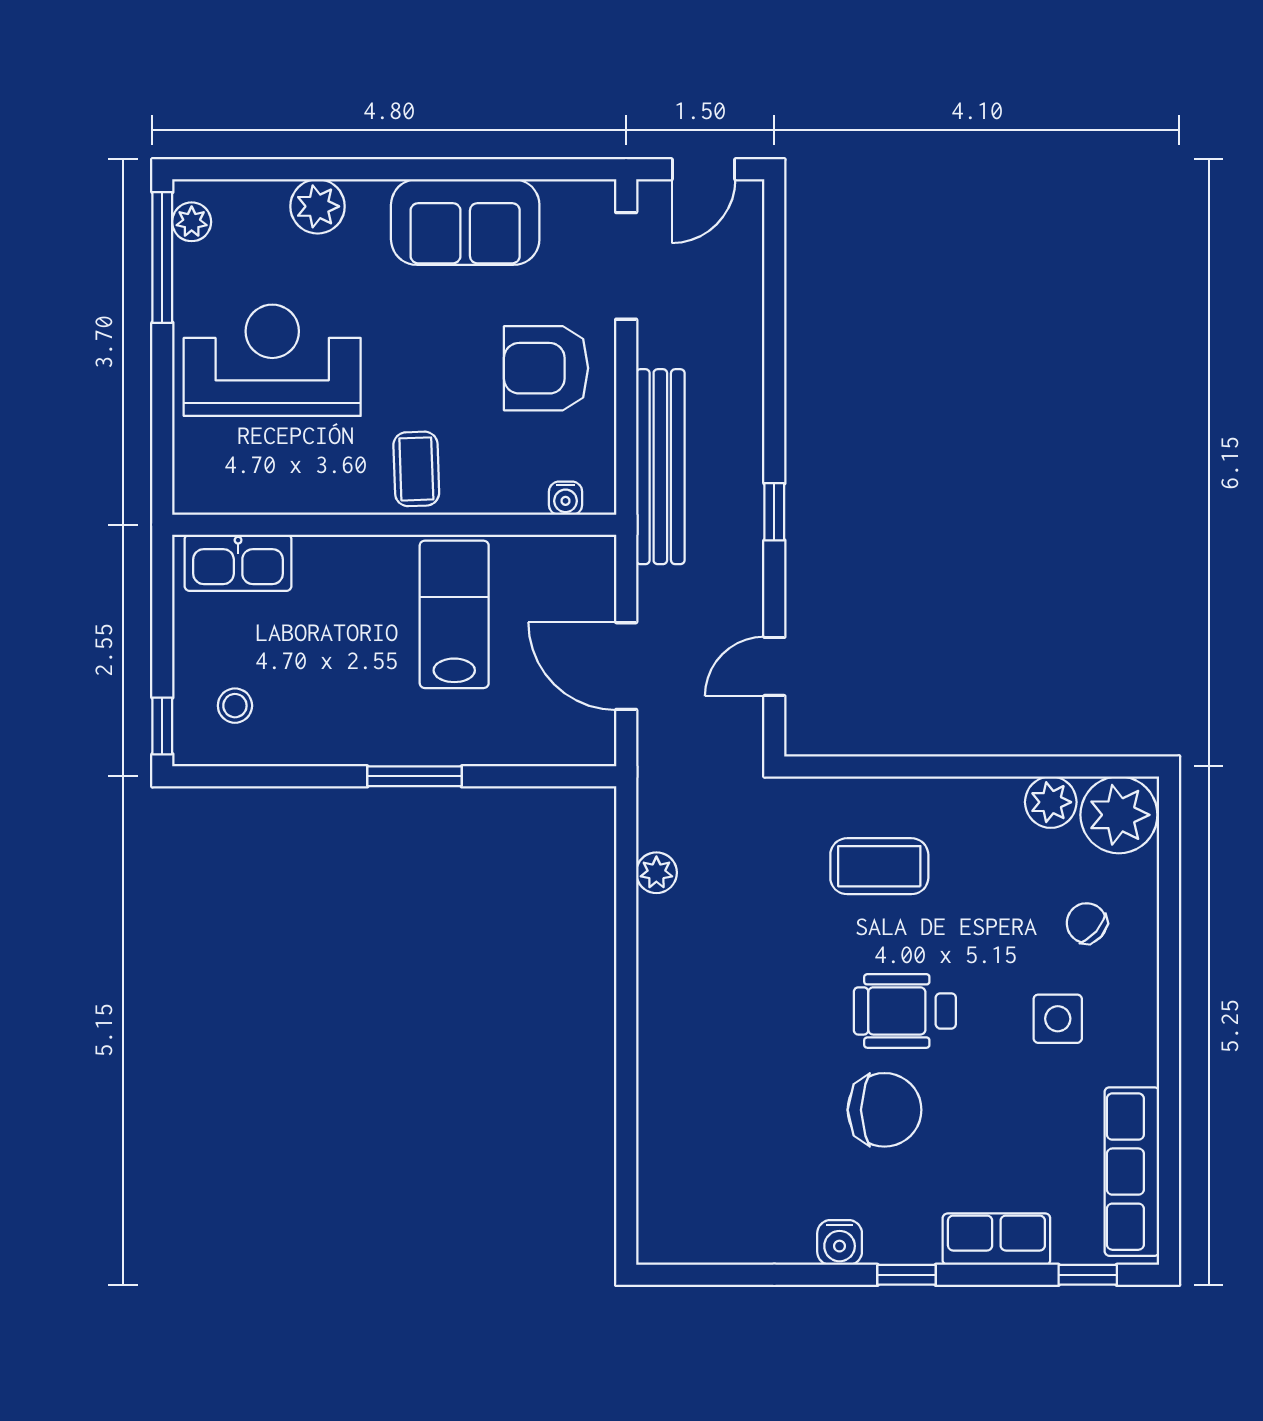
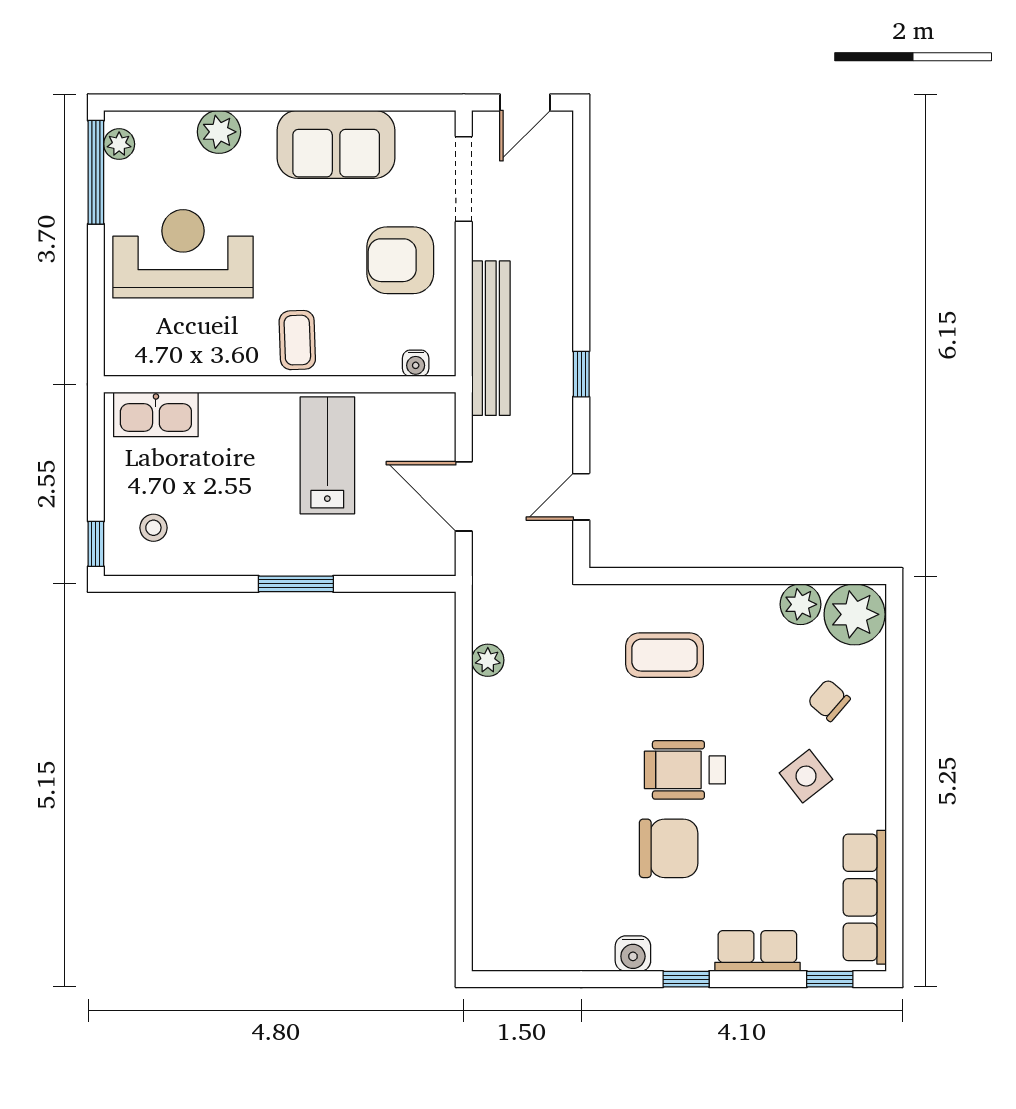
side table: (1058, 1019) -> (806, 776), turned -38

